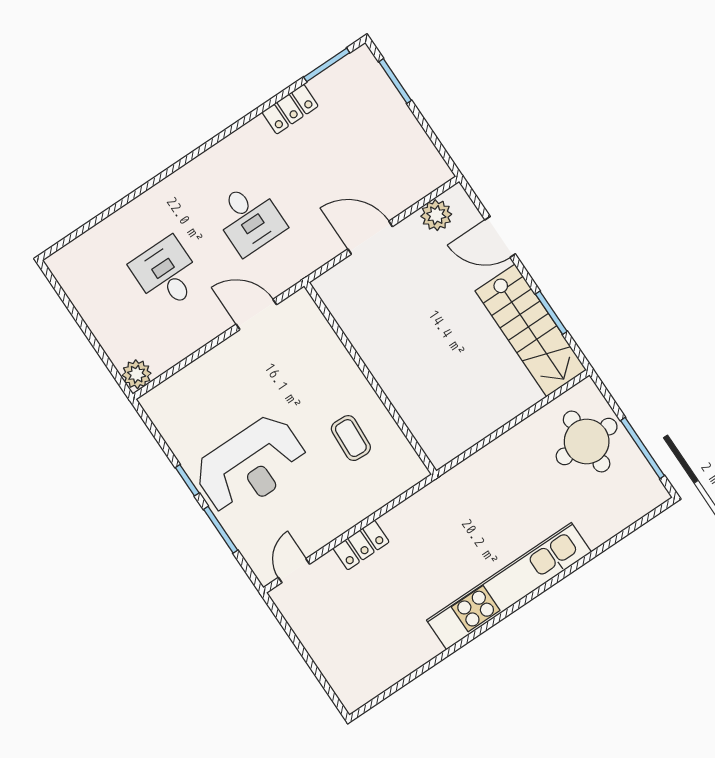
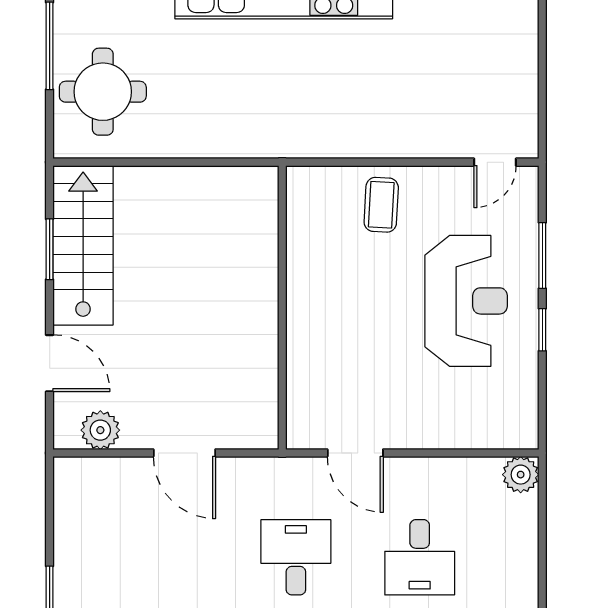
coffee table: (351, 438) -> (381, 205), moved
reception desk: (251, 465) -> (466, 301), turned 90
locker: (361, 545) -> (408, 142), removed

